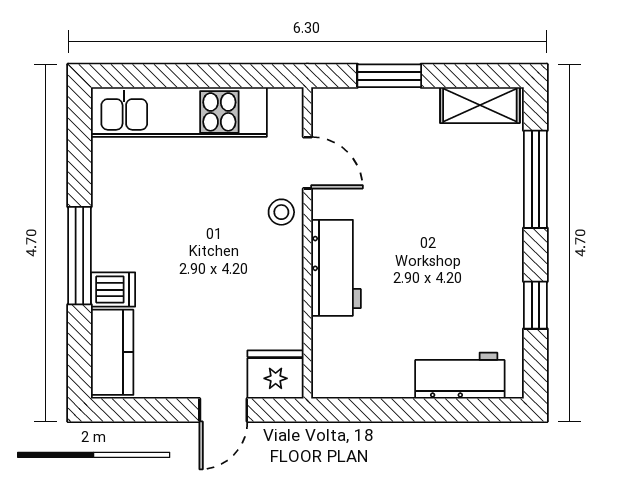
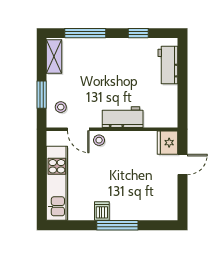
stool: (360, 121) -> (61, 107), added
door: (307, 163) -> (78, 129), swing flipped
dishwasher: (113, 290) -> (102, 211), moved
kitchen counter: (112, 352) -> (158, 211), removed
door: (223, 410) -> (182, 165), hinge flipped

